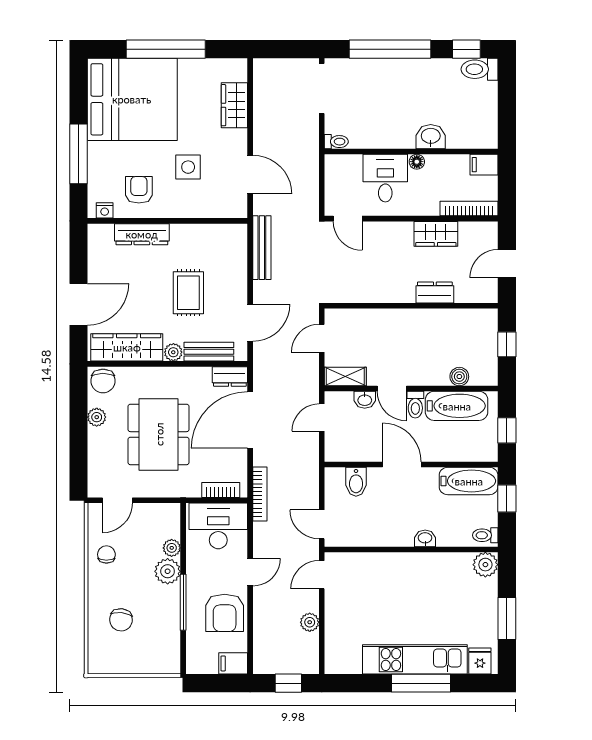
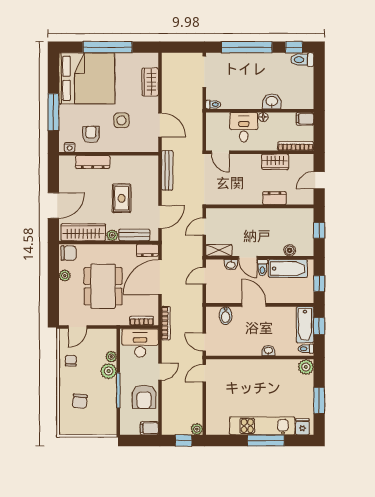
chair: (103, 381) -> (69, 253), turned -90
bathtub: (469, 481) -> (305, 325), moved, turned 90
plant: (310, 622) -> (197, 429), moved

